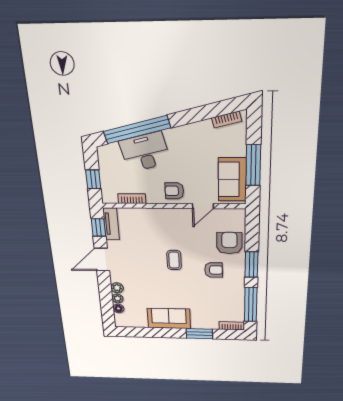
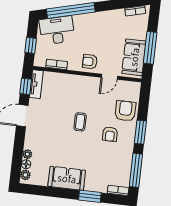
desk: (145, 152) -> (57, 30), moved
armchair: (214, 270) -> (110, 134), turned 90
plant: (117, 288) -> (25, 175), moved

